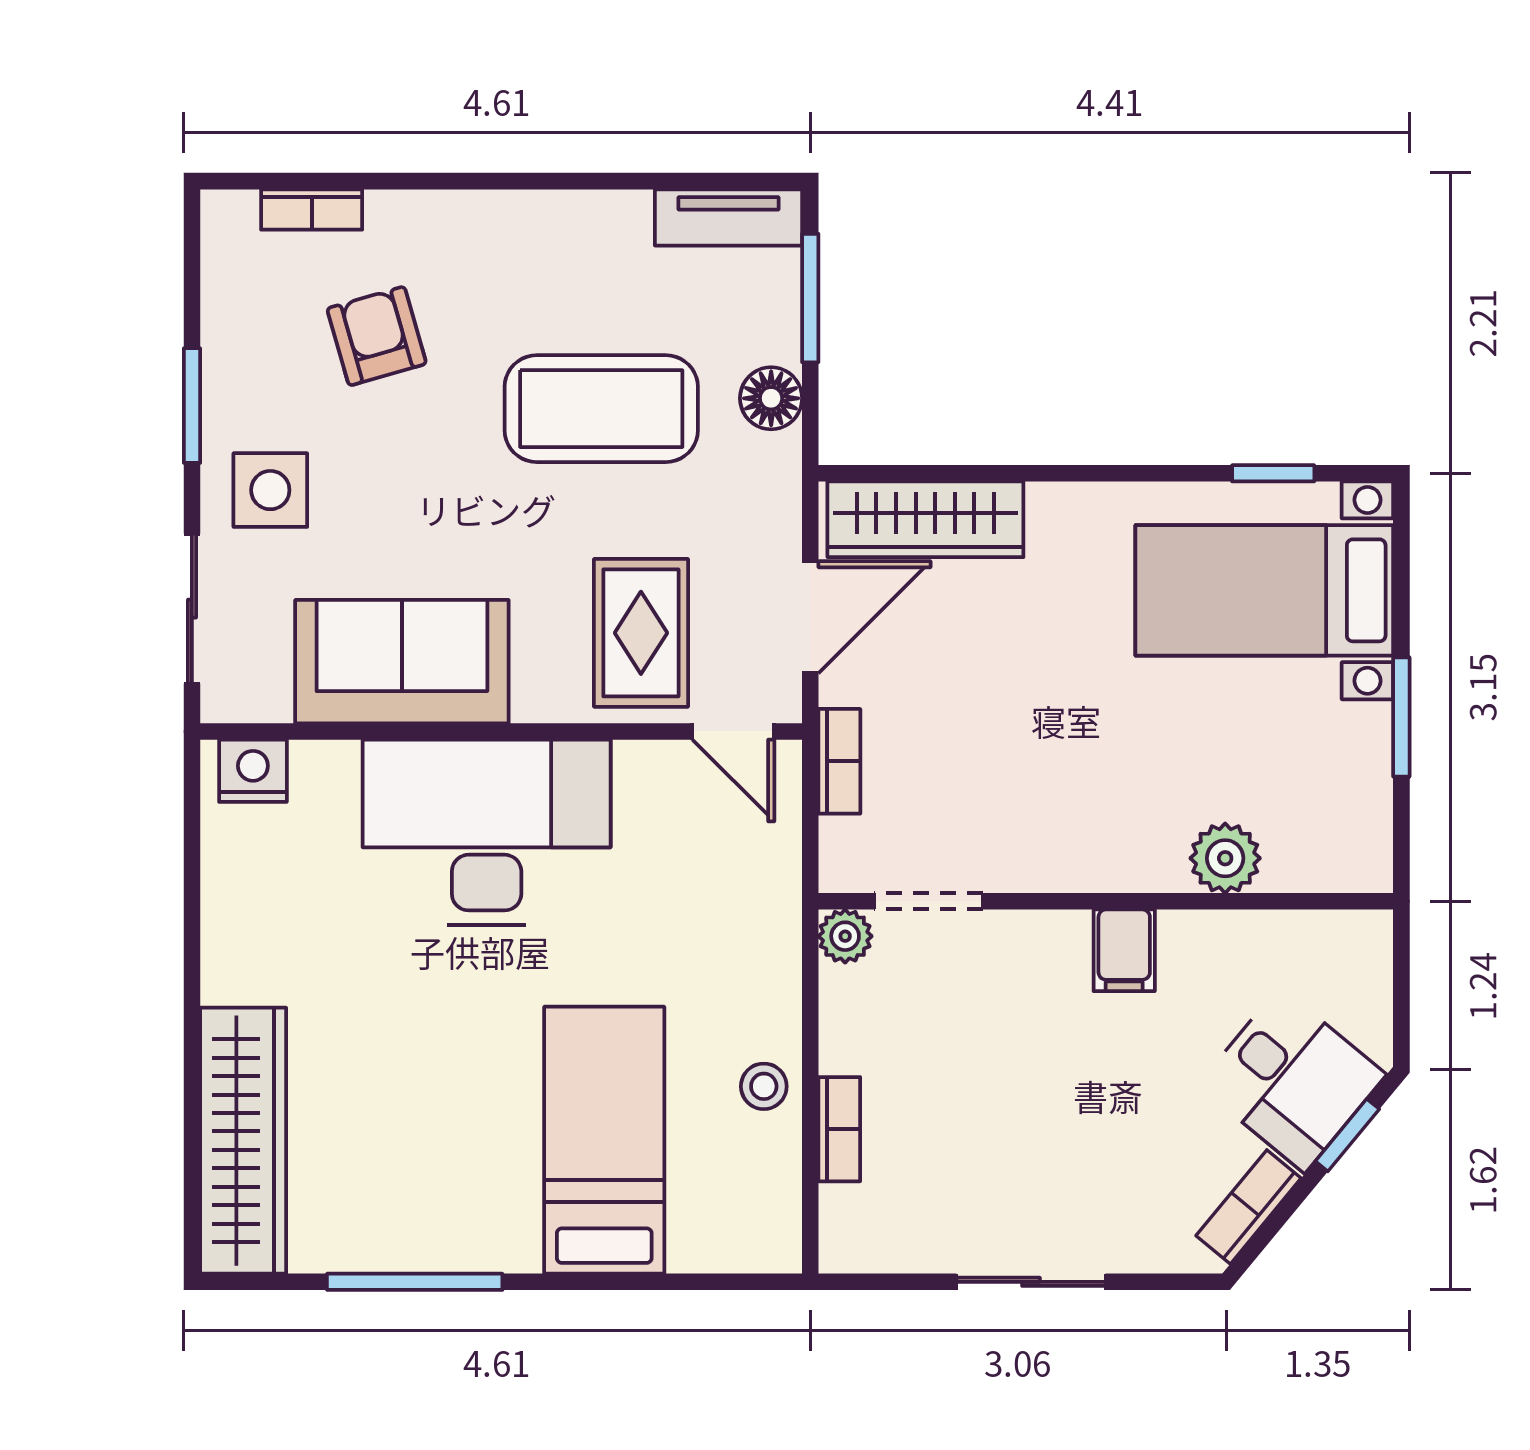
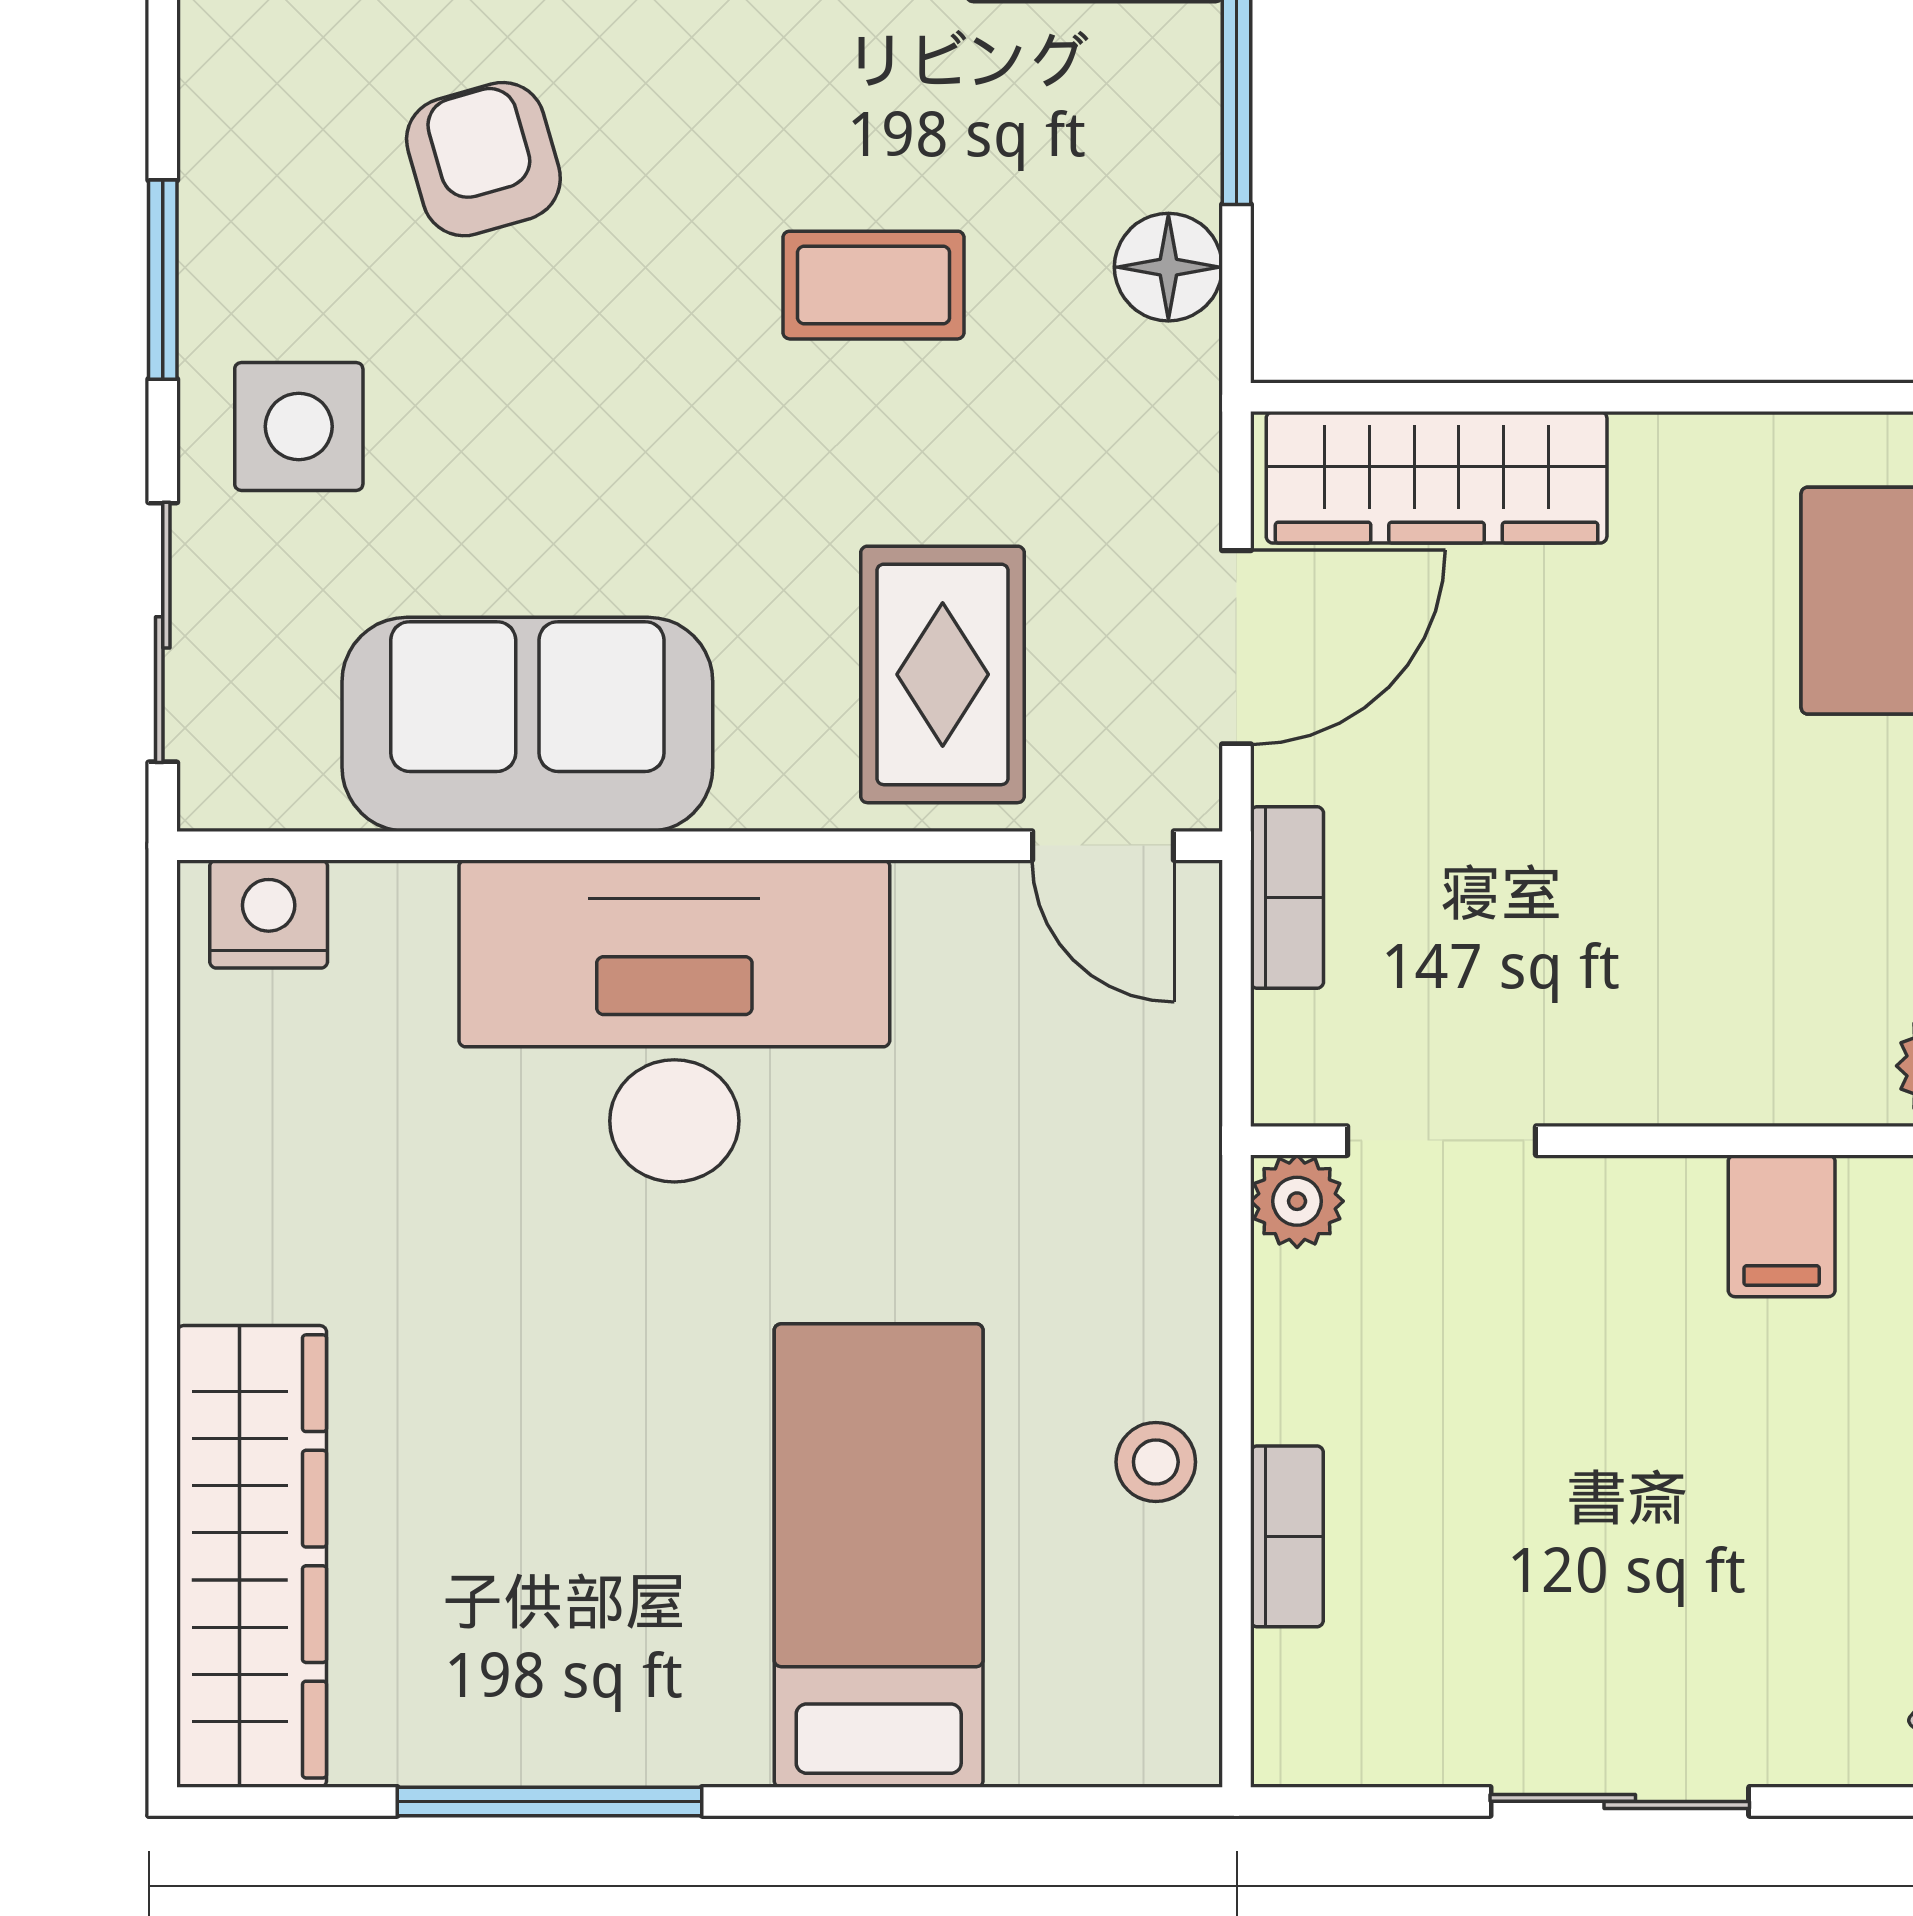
coffee table: (601, 409) -> (874, 285), width x0.54, depth x0.58

